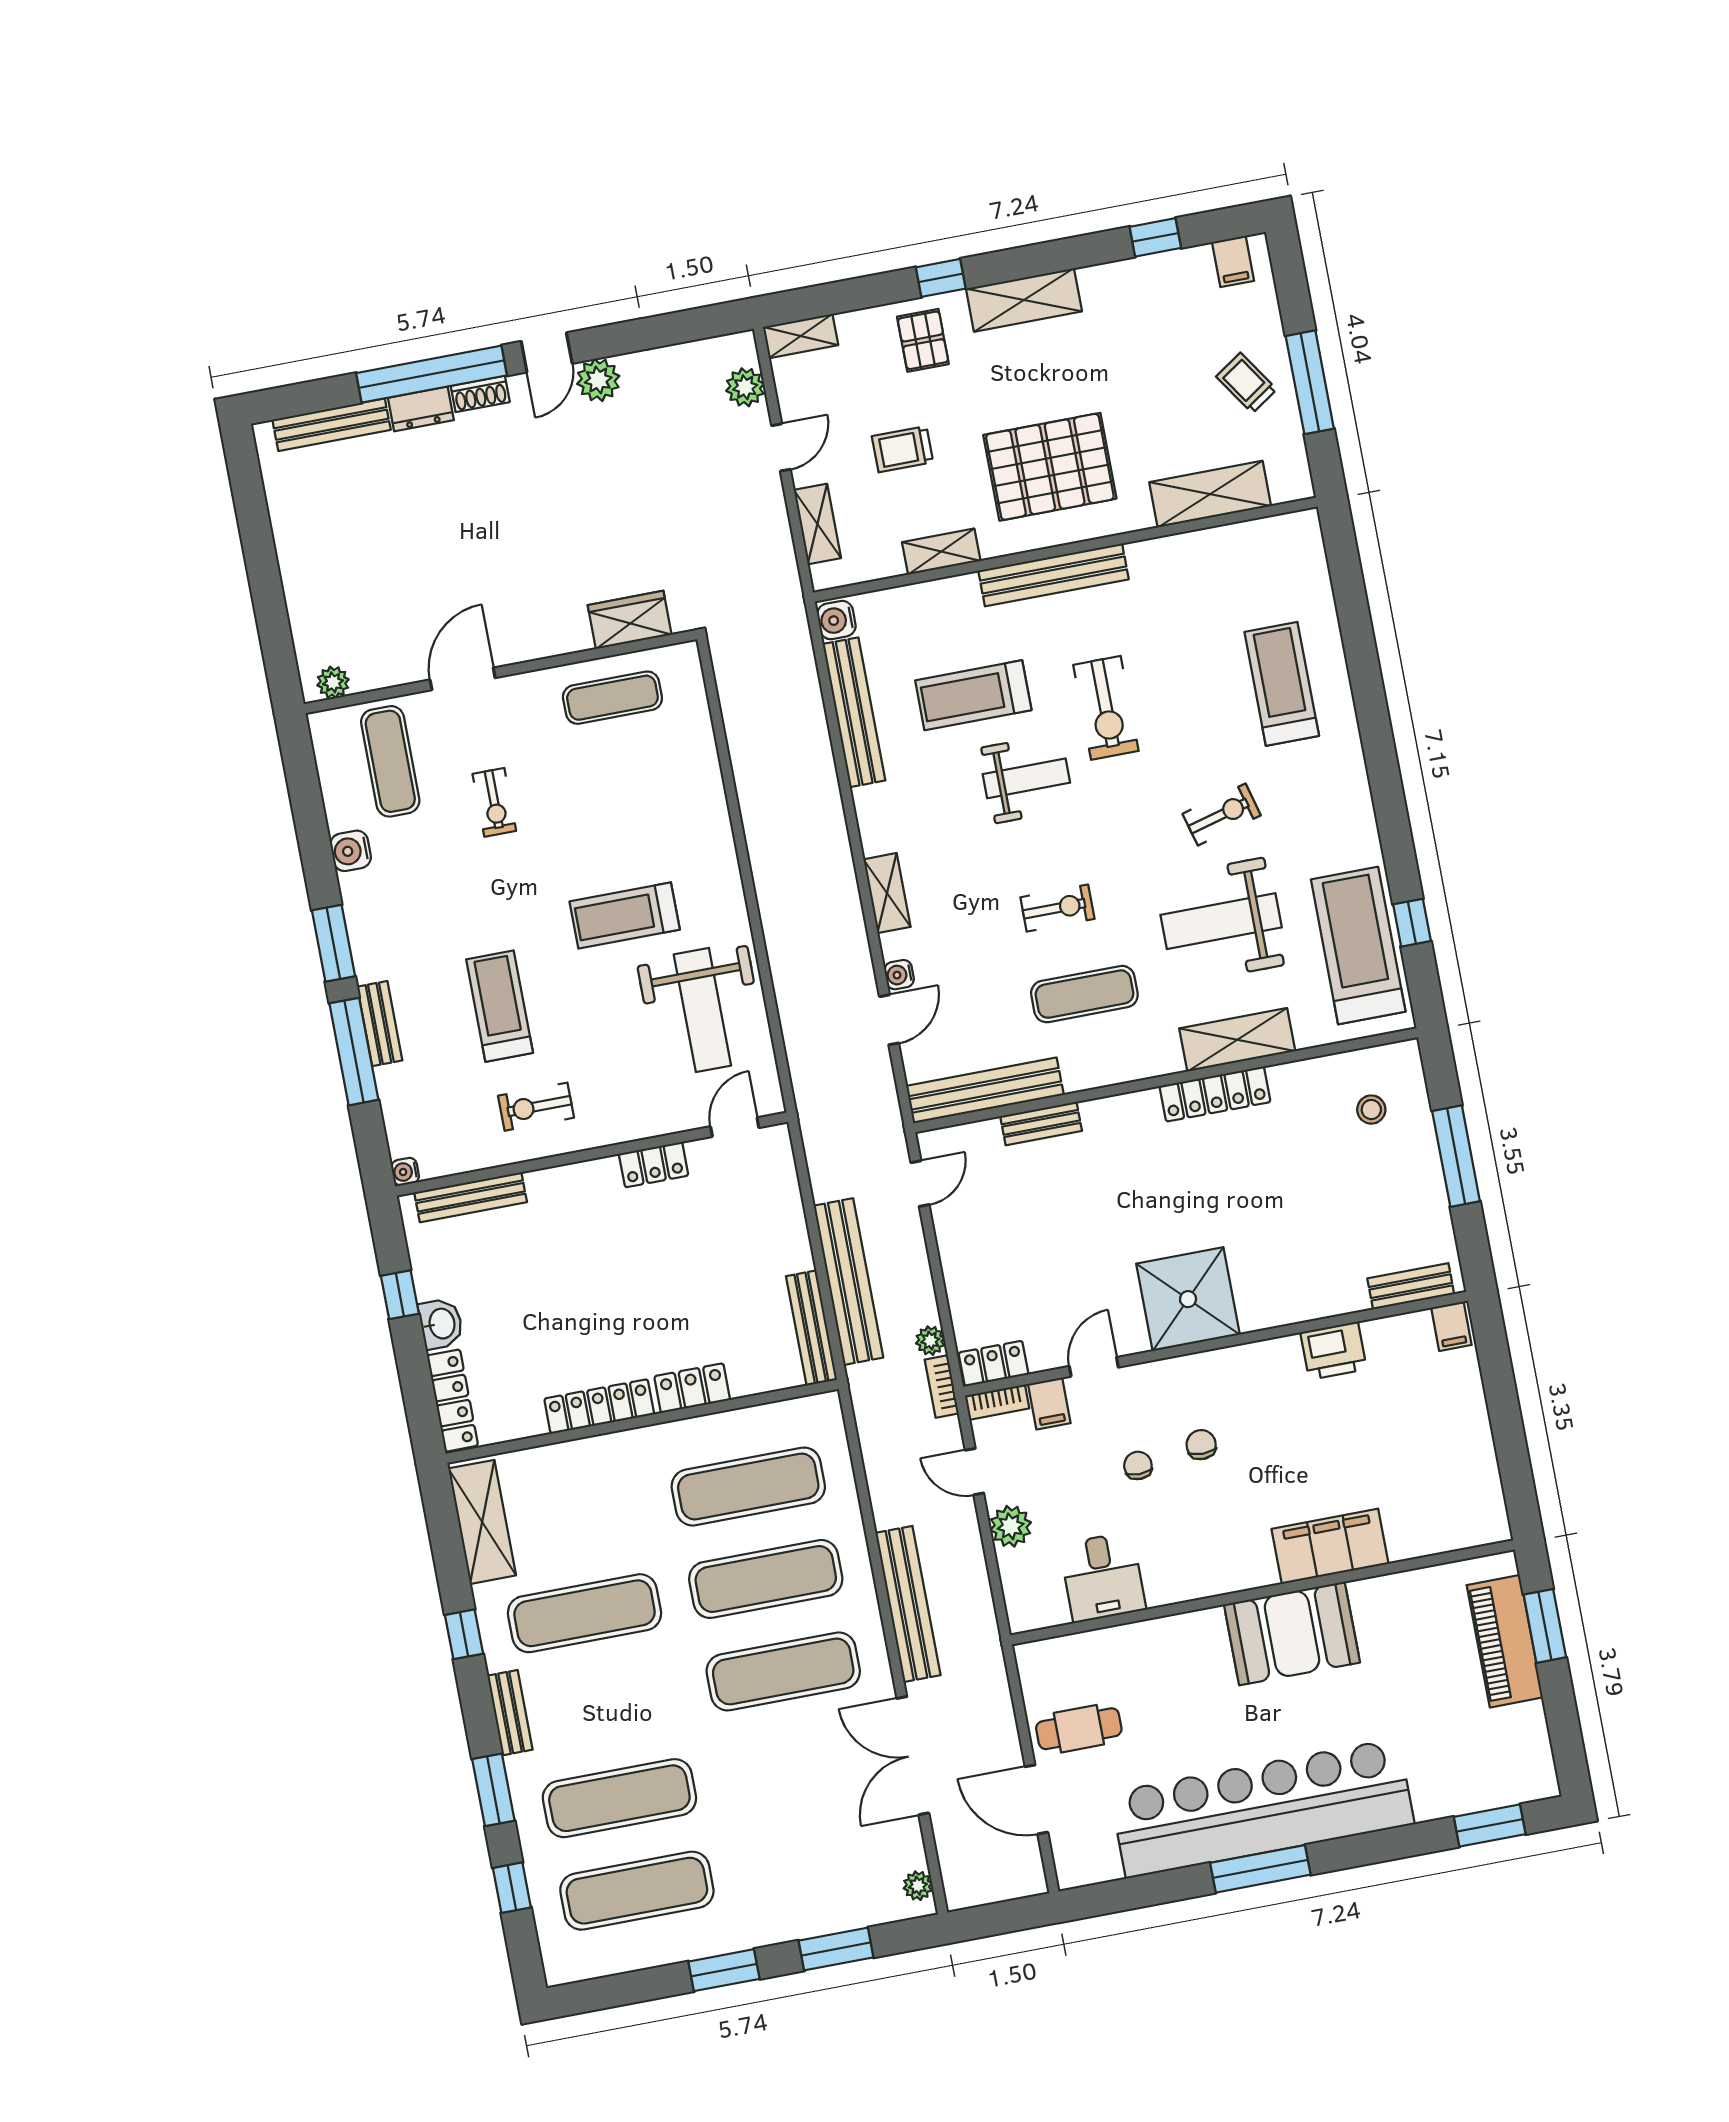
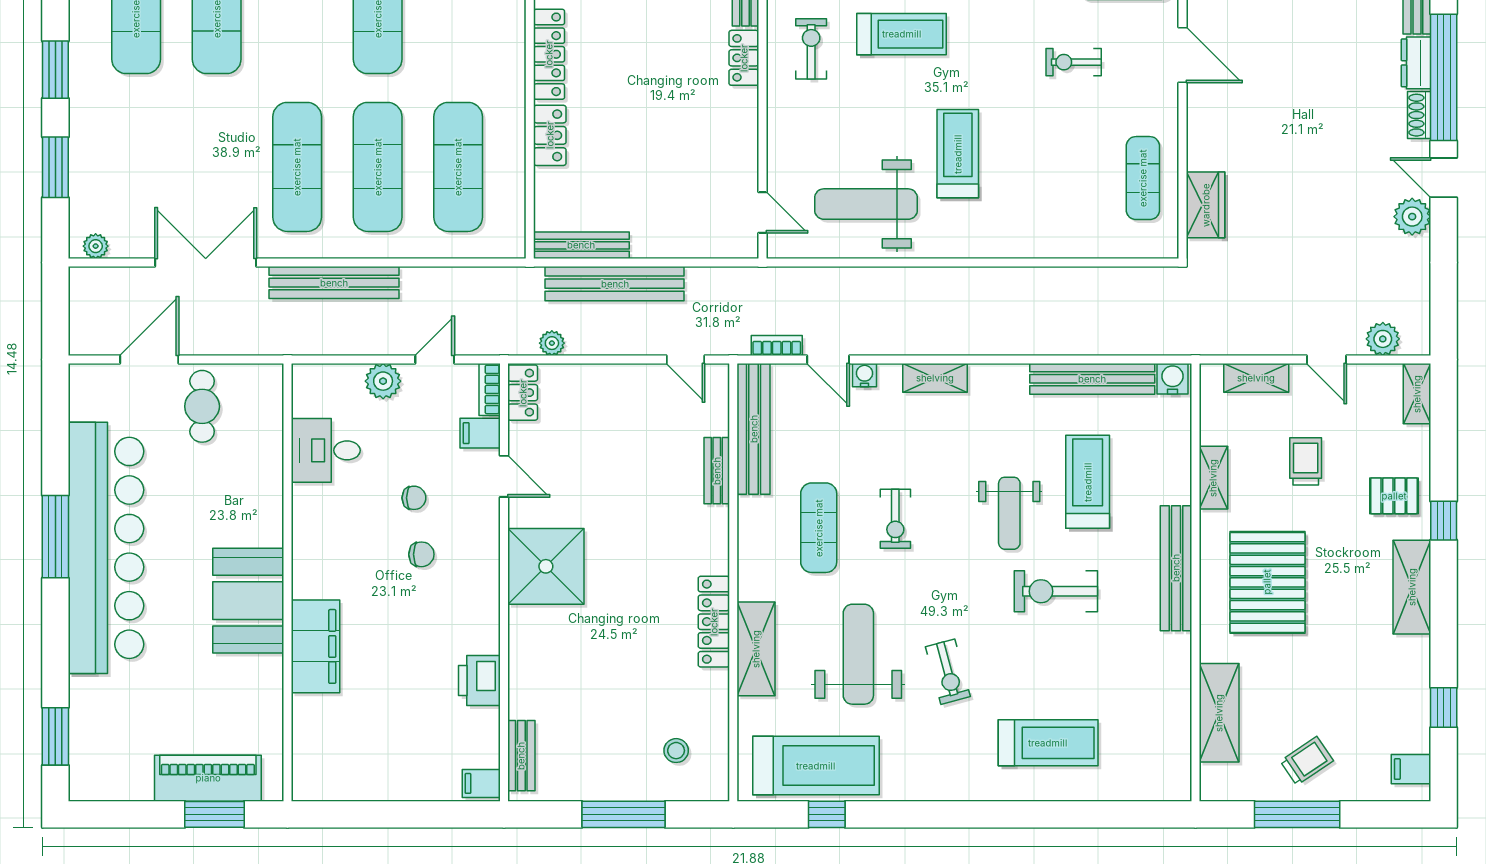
locker: (654, 1165) -> (744, 58), moved
bookcase: (942, 1387) -> (777, 345), moved

